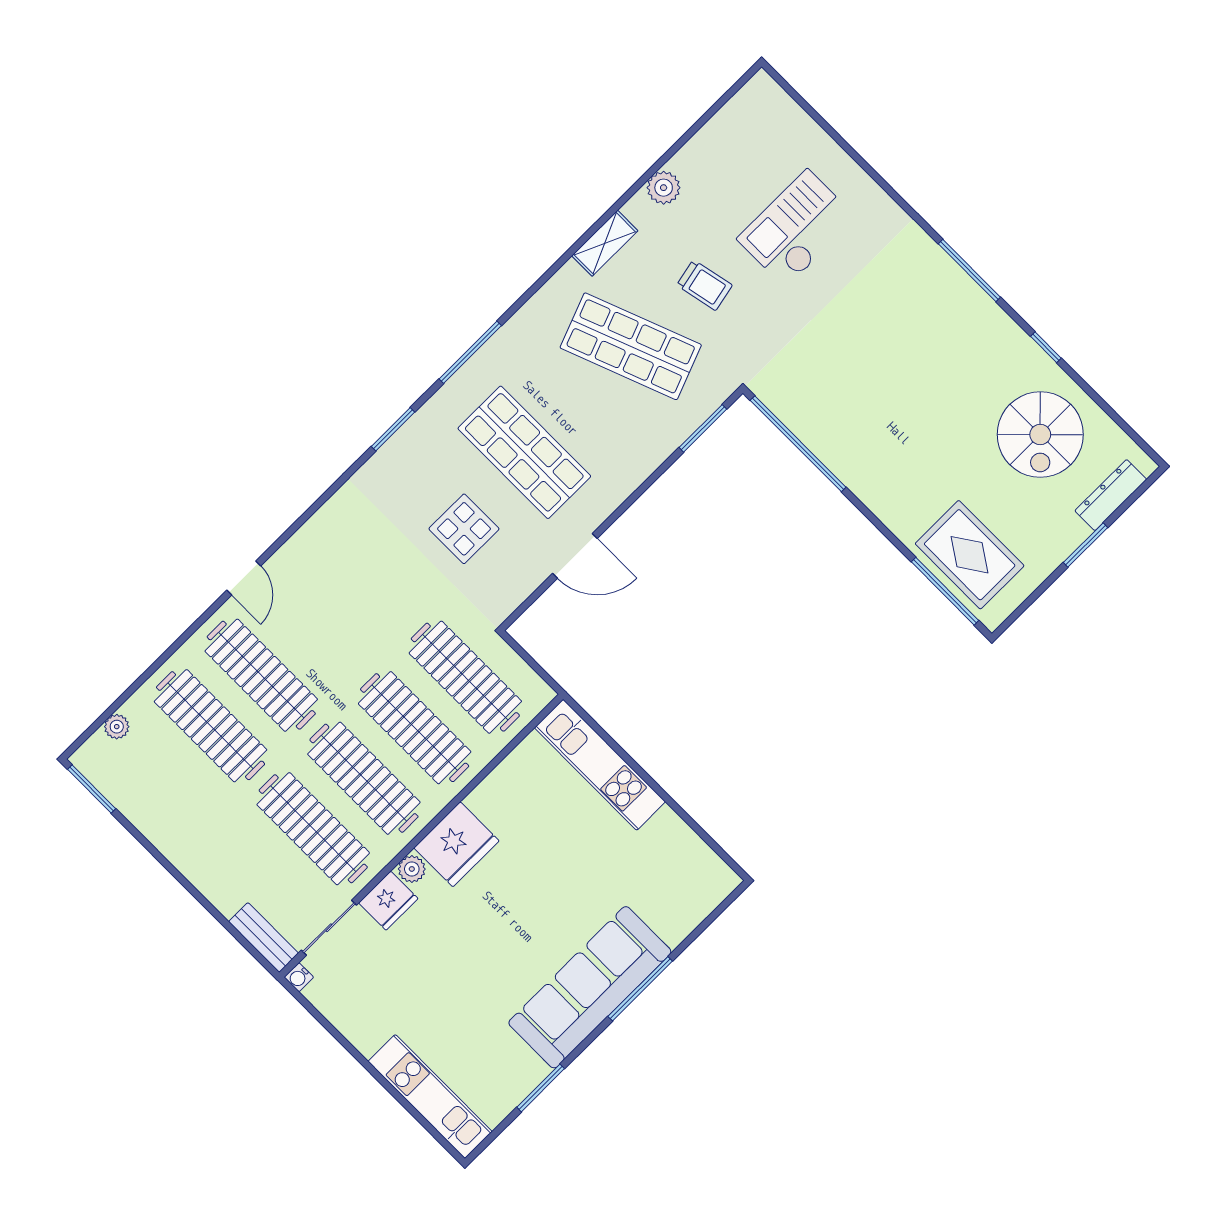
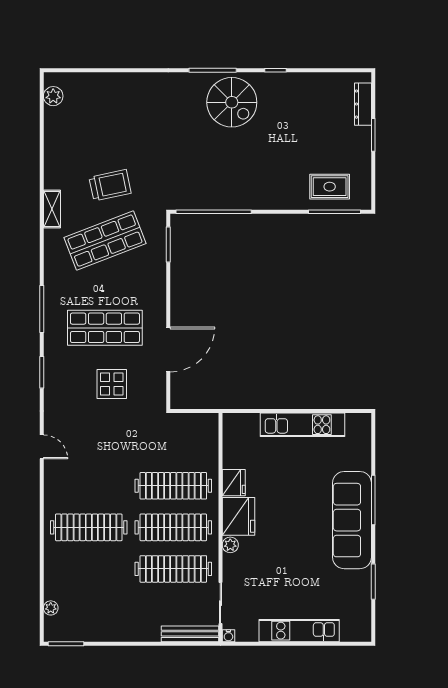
plant: (664, 188) -> (53, 96), moved
checkout: (797, 228) -> (124, 124), removed
trolley: (704, 285) -> (110, 185), width x1.36, depth x1.39
spiral stairs: (1040, 435) -> (232, 102), moved
rug: (970, 555) -> (330, 187), width x0.73, depth x0.70
door: (575, 556) -> (168, 349), width x1.36
door: (244, 578) -> (42, 447), moved
clothes rail: (465, 677) -> (173, 444), removed
clothes rail: (211, 726) -> (89, 569), removed
kitchen unit: (600, 765) -> (303, 425), moved
fridge: (388, 901) -> (234, 483), moved
bench: (264, 937) -> (190, 634), width x1.36
kitchen unit: (430, 1097) -> (299, 631), moved

